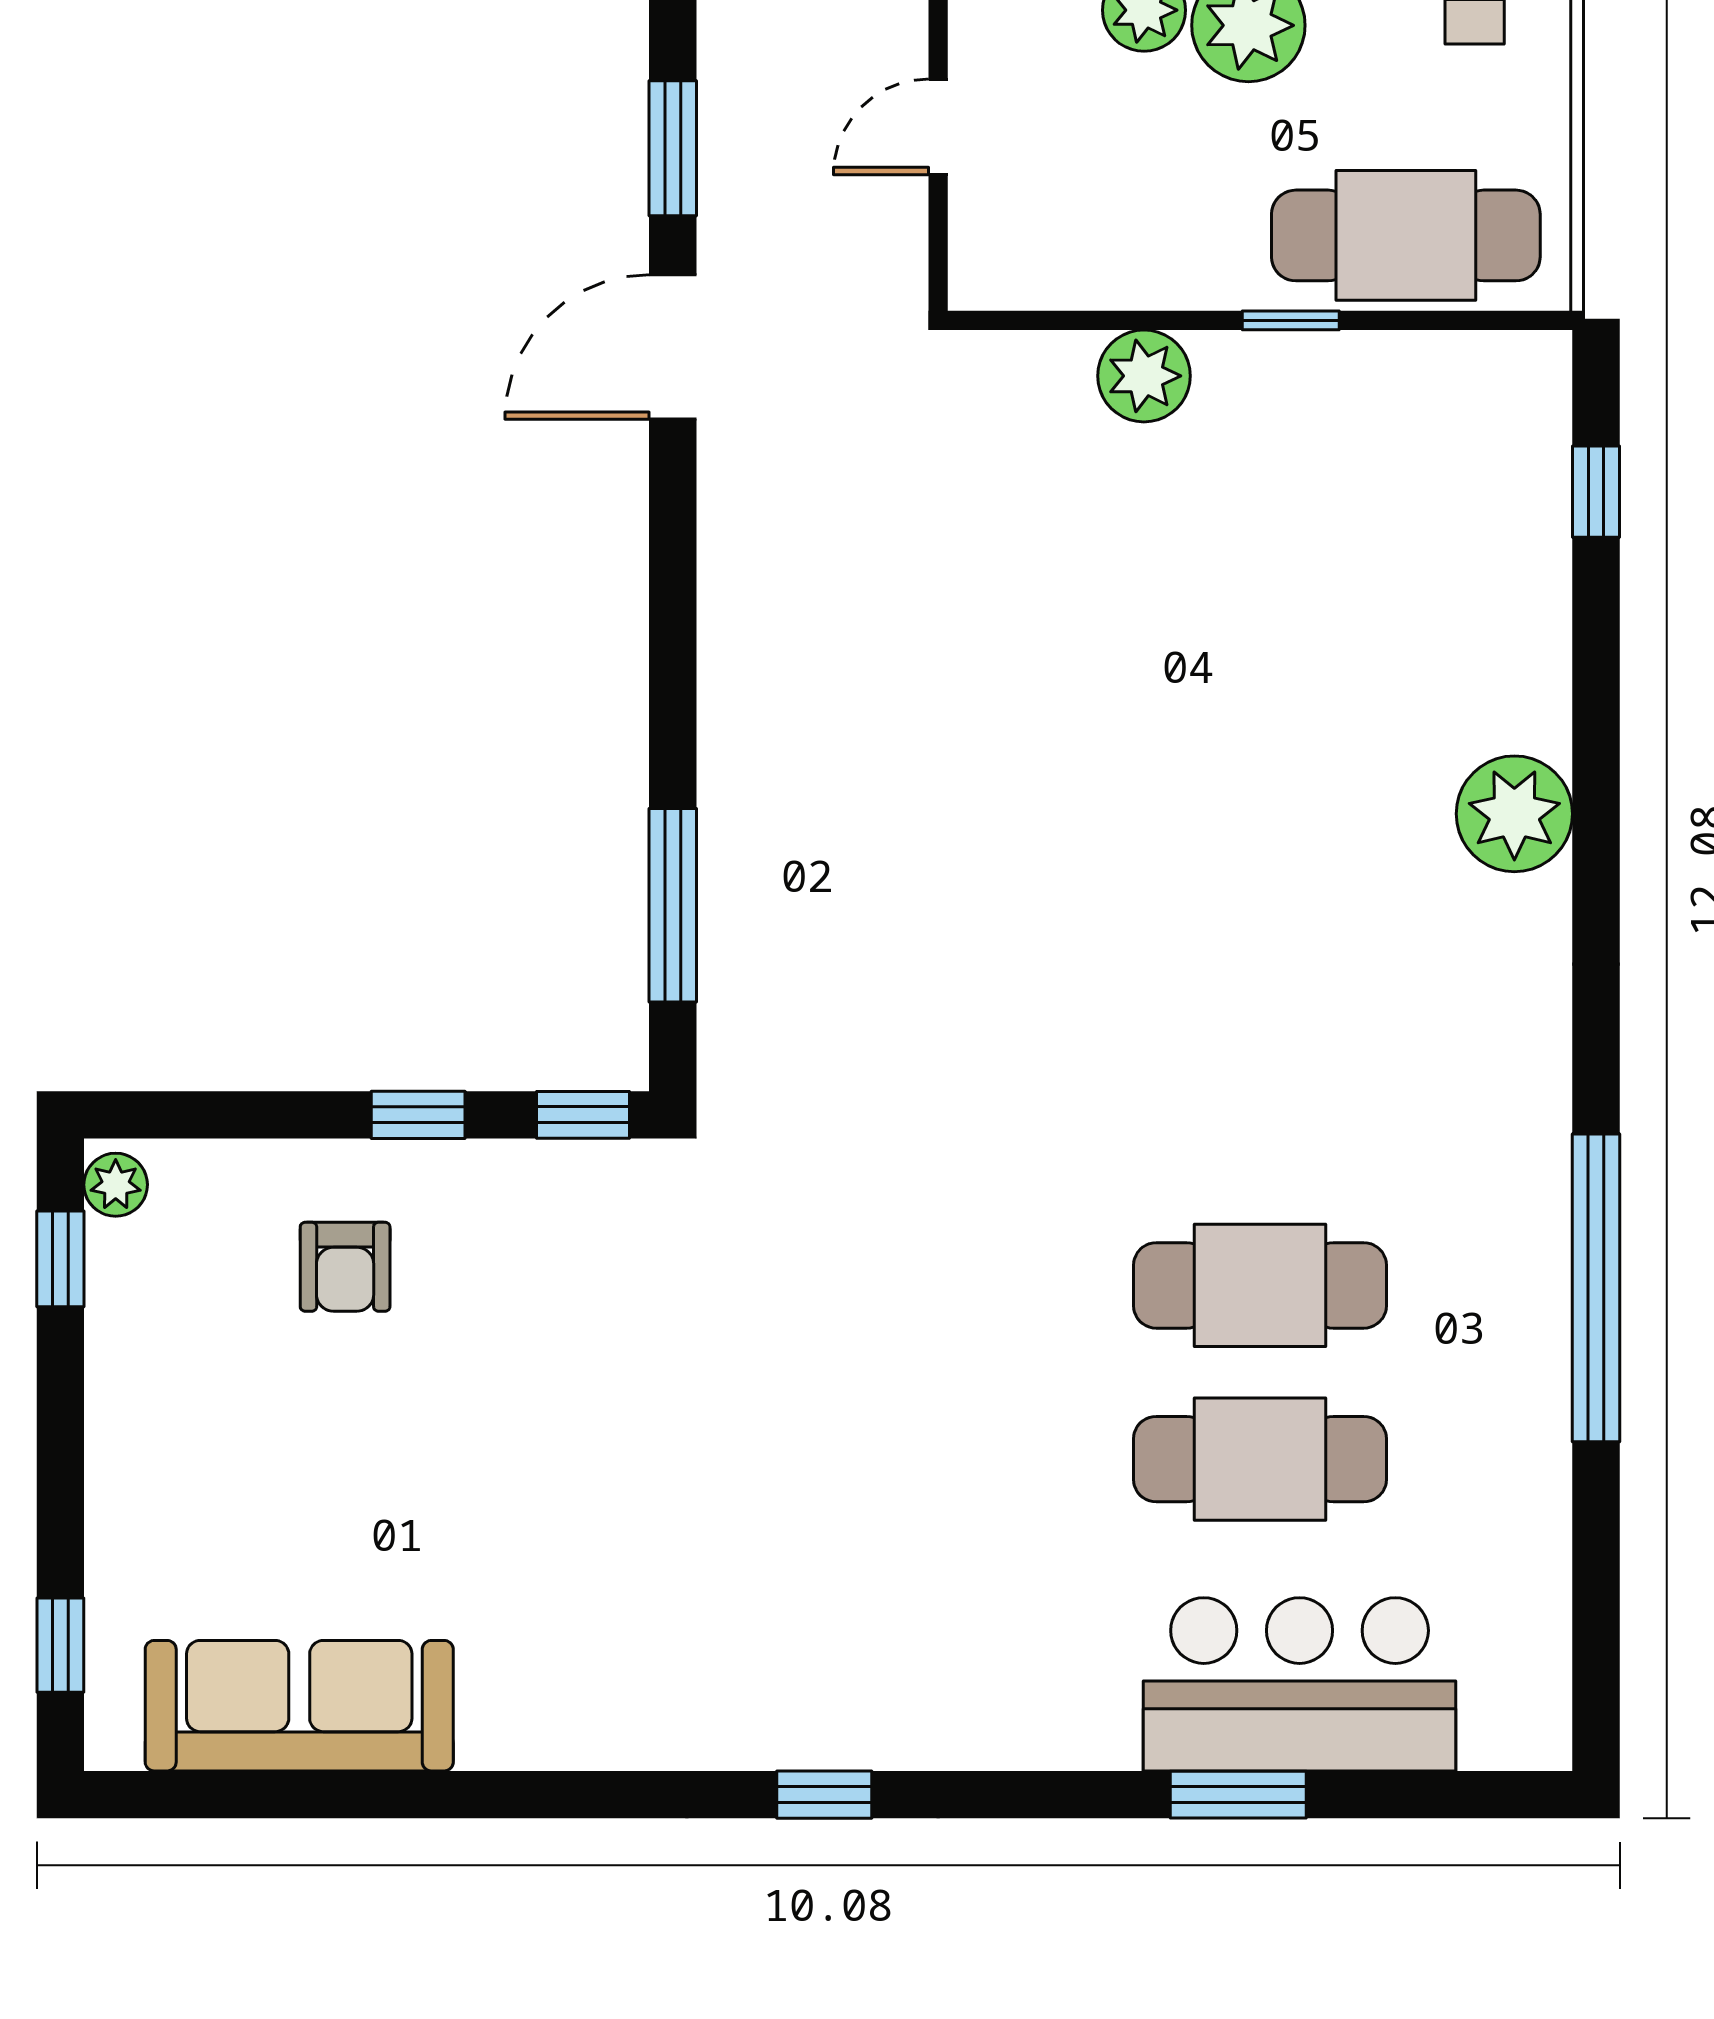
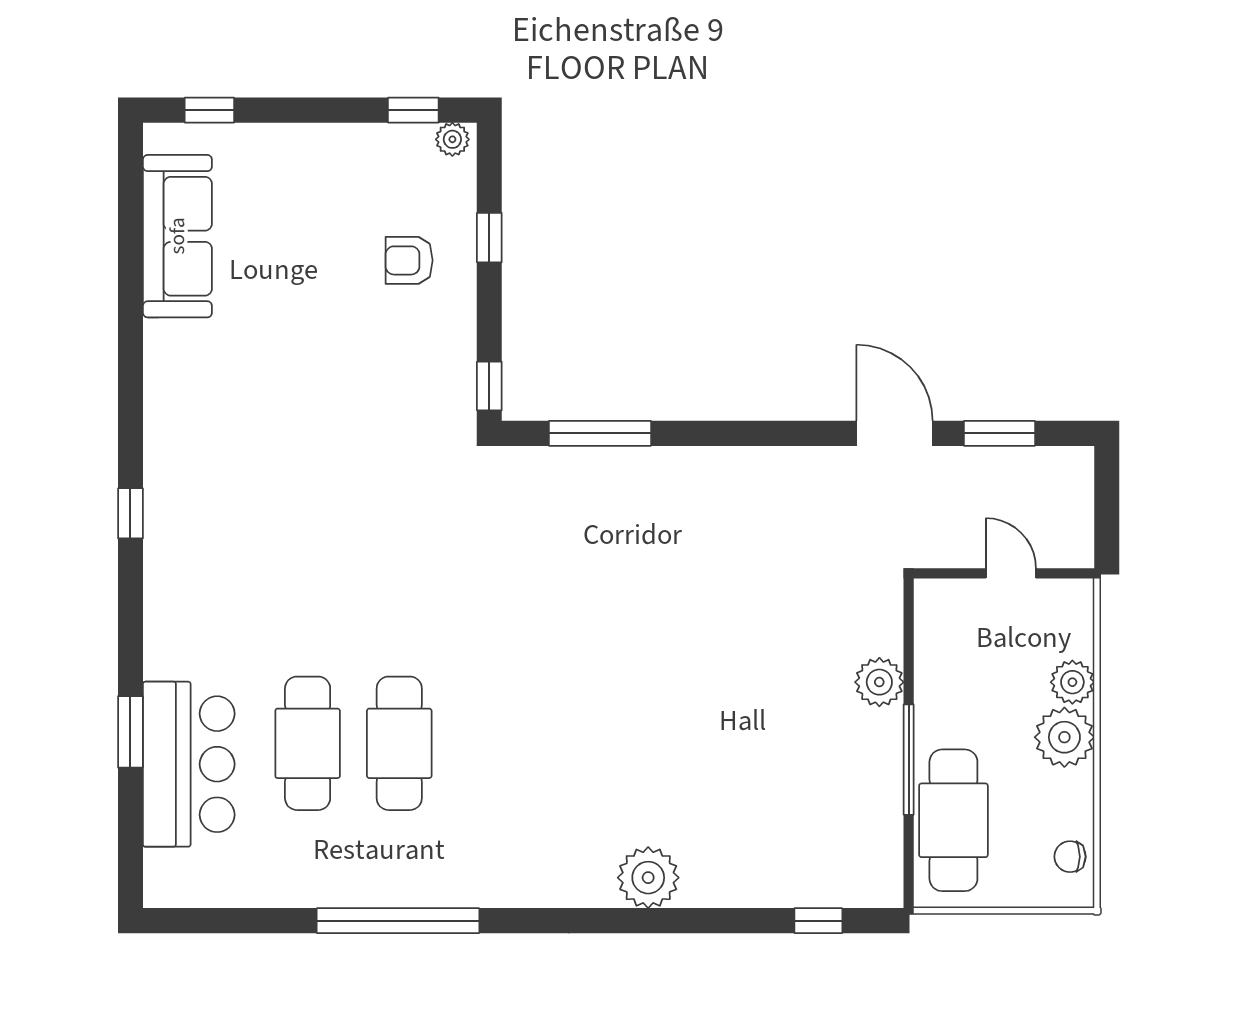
window: (1291, 320) -> (909, 760), width x2.17
window: (418, 1115) -> (489, 238), moved

